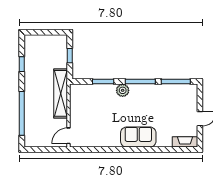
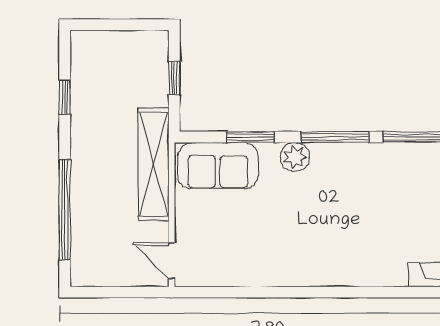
door: (69, 136) -> (172, 261), hinge flipped
sofa: (138, 137) -> (218, 166), moved, turned 180

